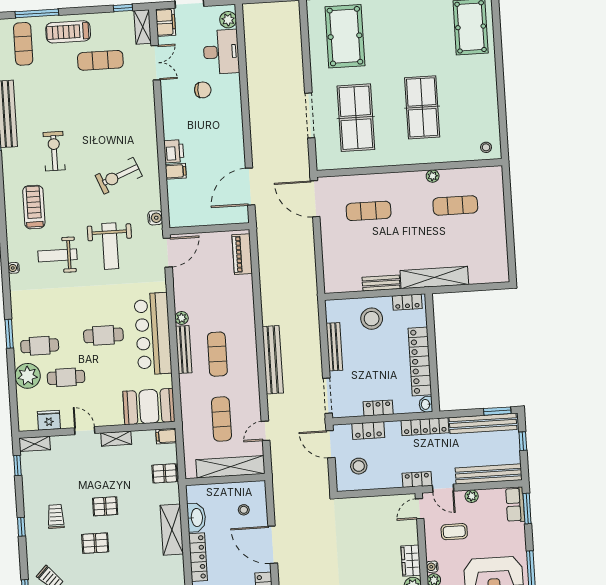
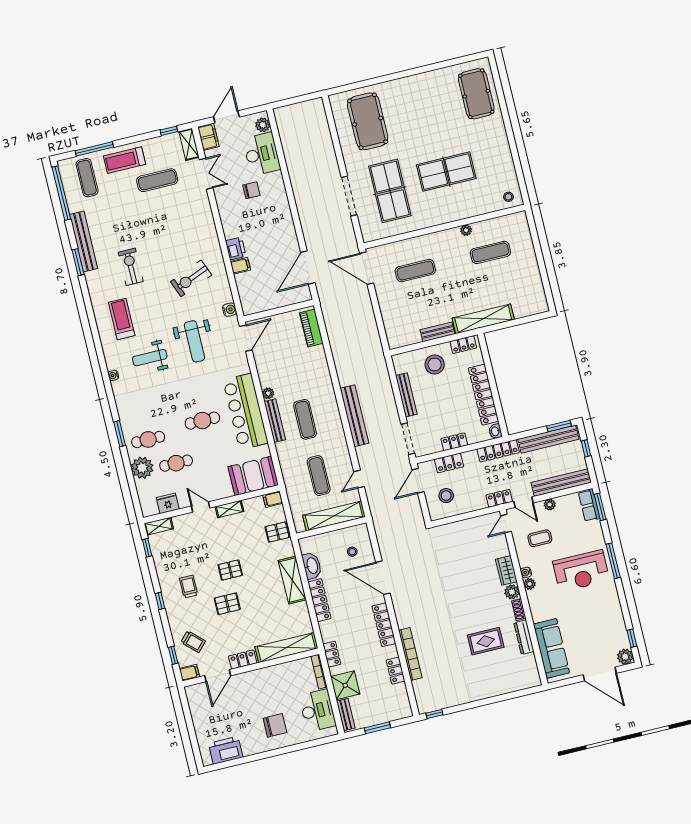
table tennis table: (422, 107) -> (446, 172), turned 90
door: (331, 444) -> (418, 481), hinge flipped

